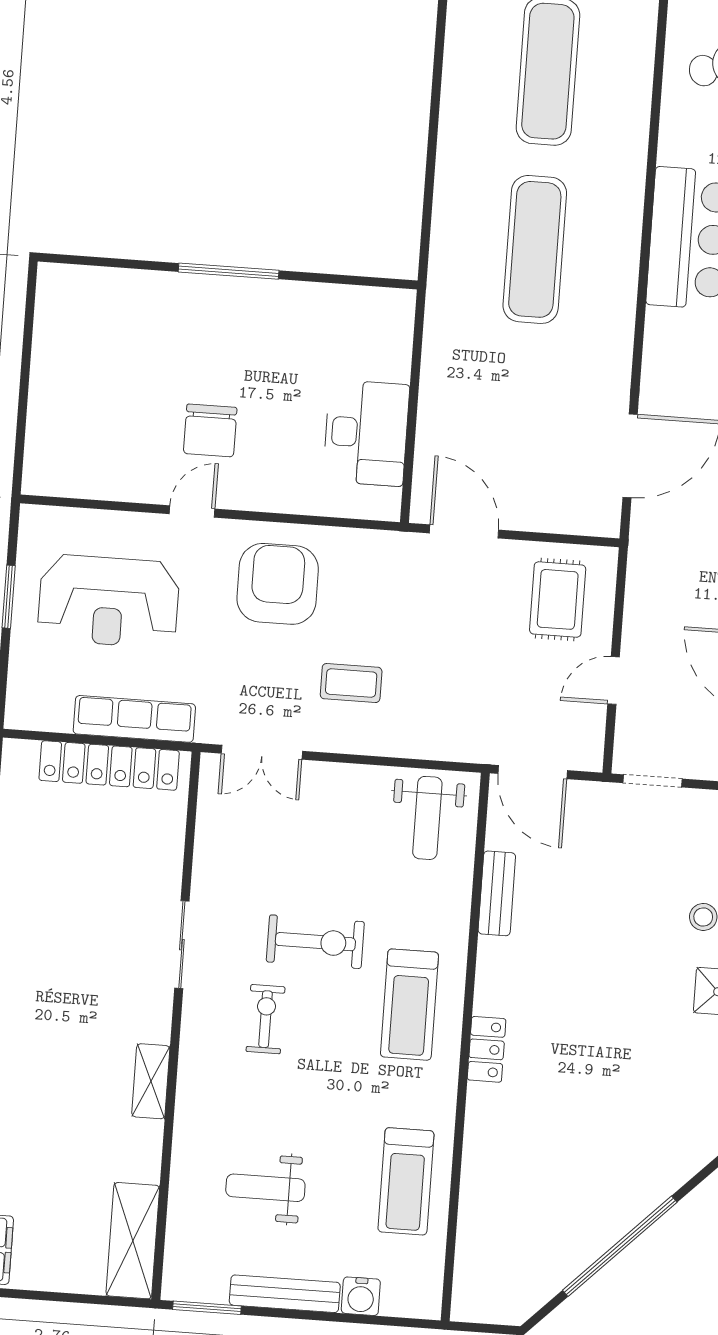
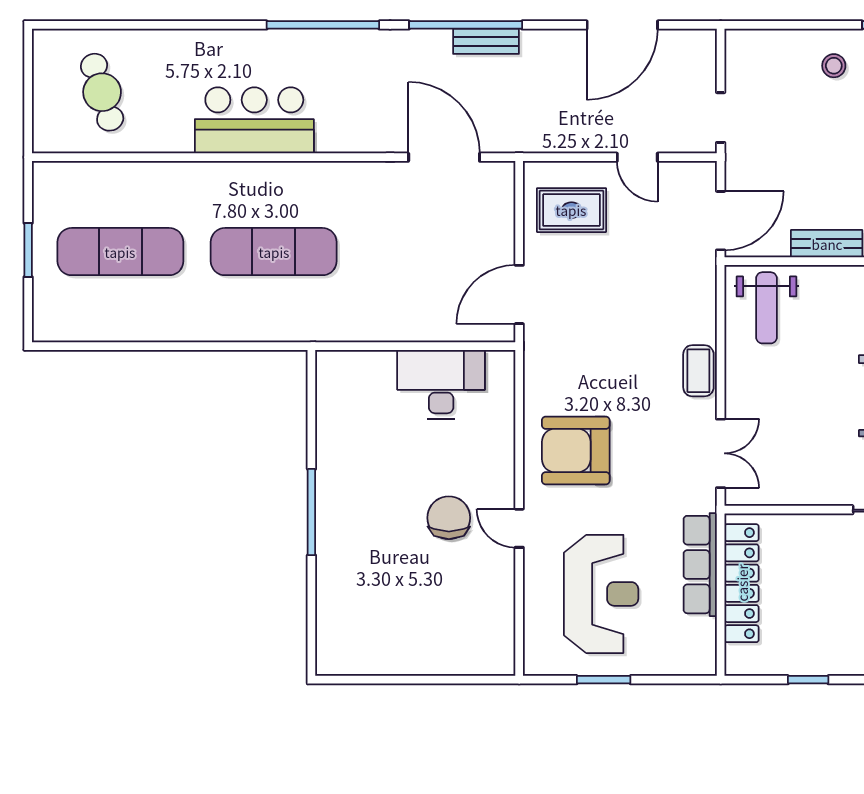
chair: (210, 430) -> (449, 518), turned -90
coffee table: (351, 683) -> (698, 371), moved
weight bench: (427, 818) -> (766, 308), turned 90

